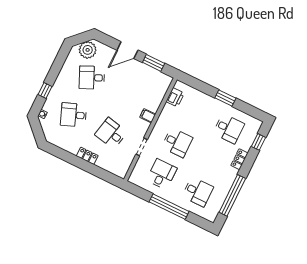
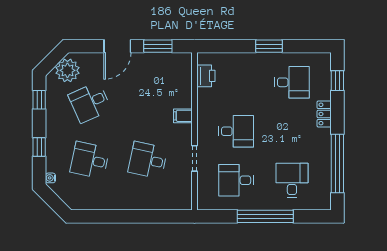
window: (60, 60) -> (39, 100), added
desk: (74, 115) -> (90, 160), turned 33
locker: (87, 156) -> (132, 203), removed
desk: (162, 174) -> (236, 180), turned -90
desk: (198, 192) -> (292, 180), turned -90

